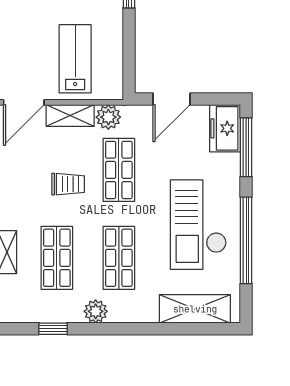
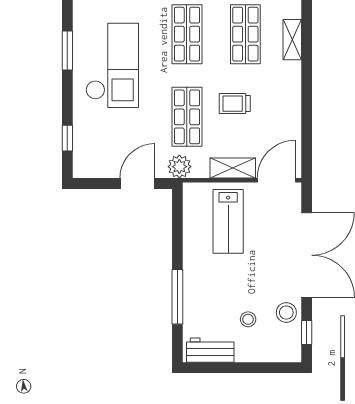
plant: (108, 117) -> (179, 167), moved
freezer: (225, 128) -> (87, 156), removed
window: (246, 147) -> (67, 138), width x0.46
window: (246, 240) -> (67, 51), width x0.47

